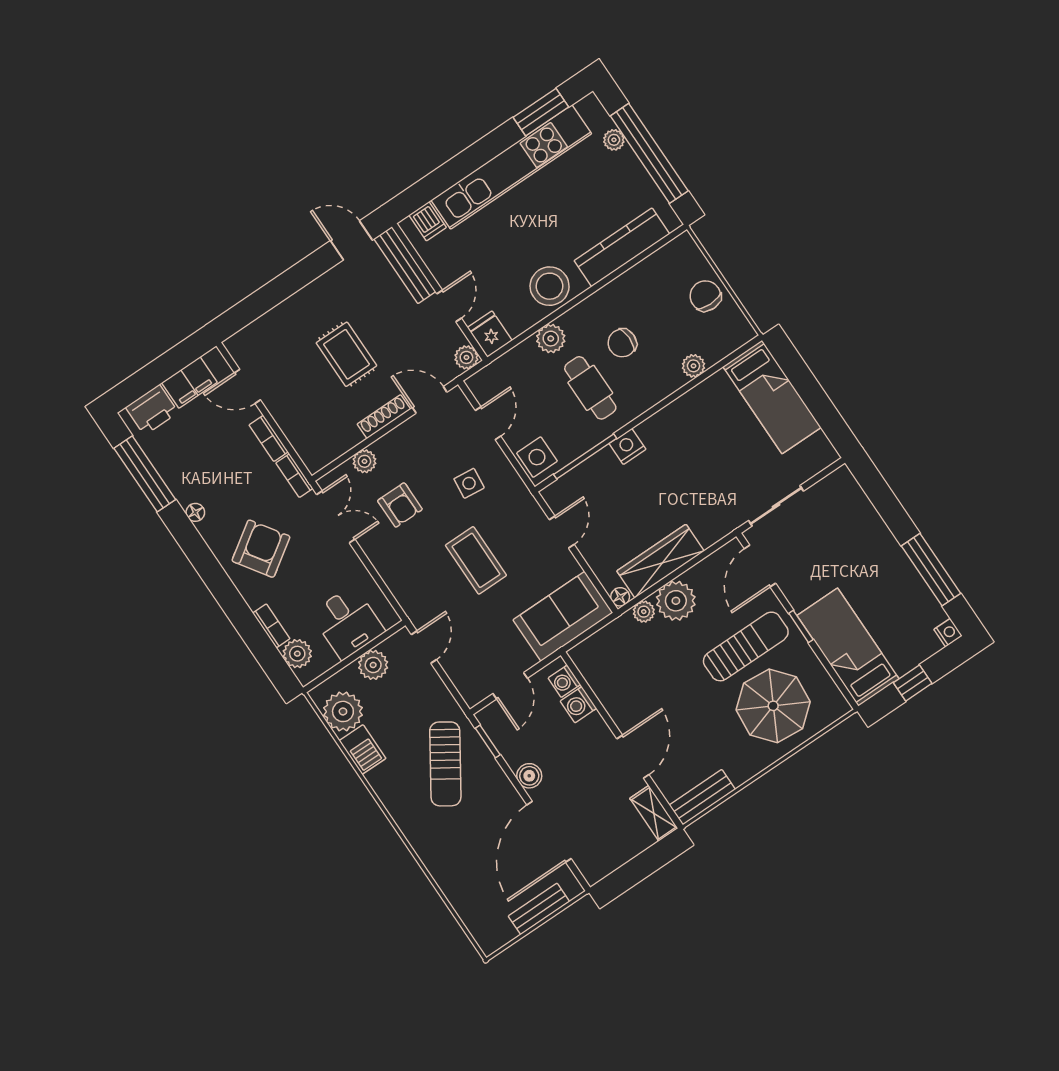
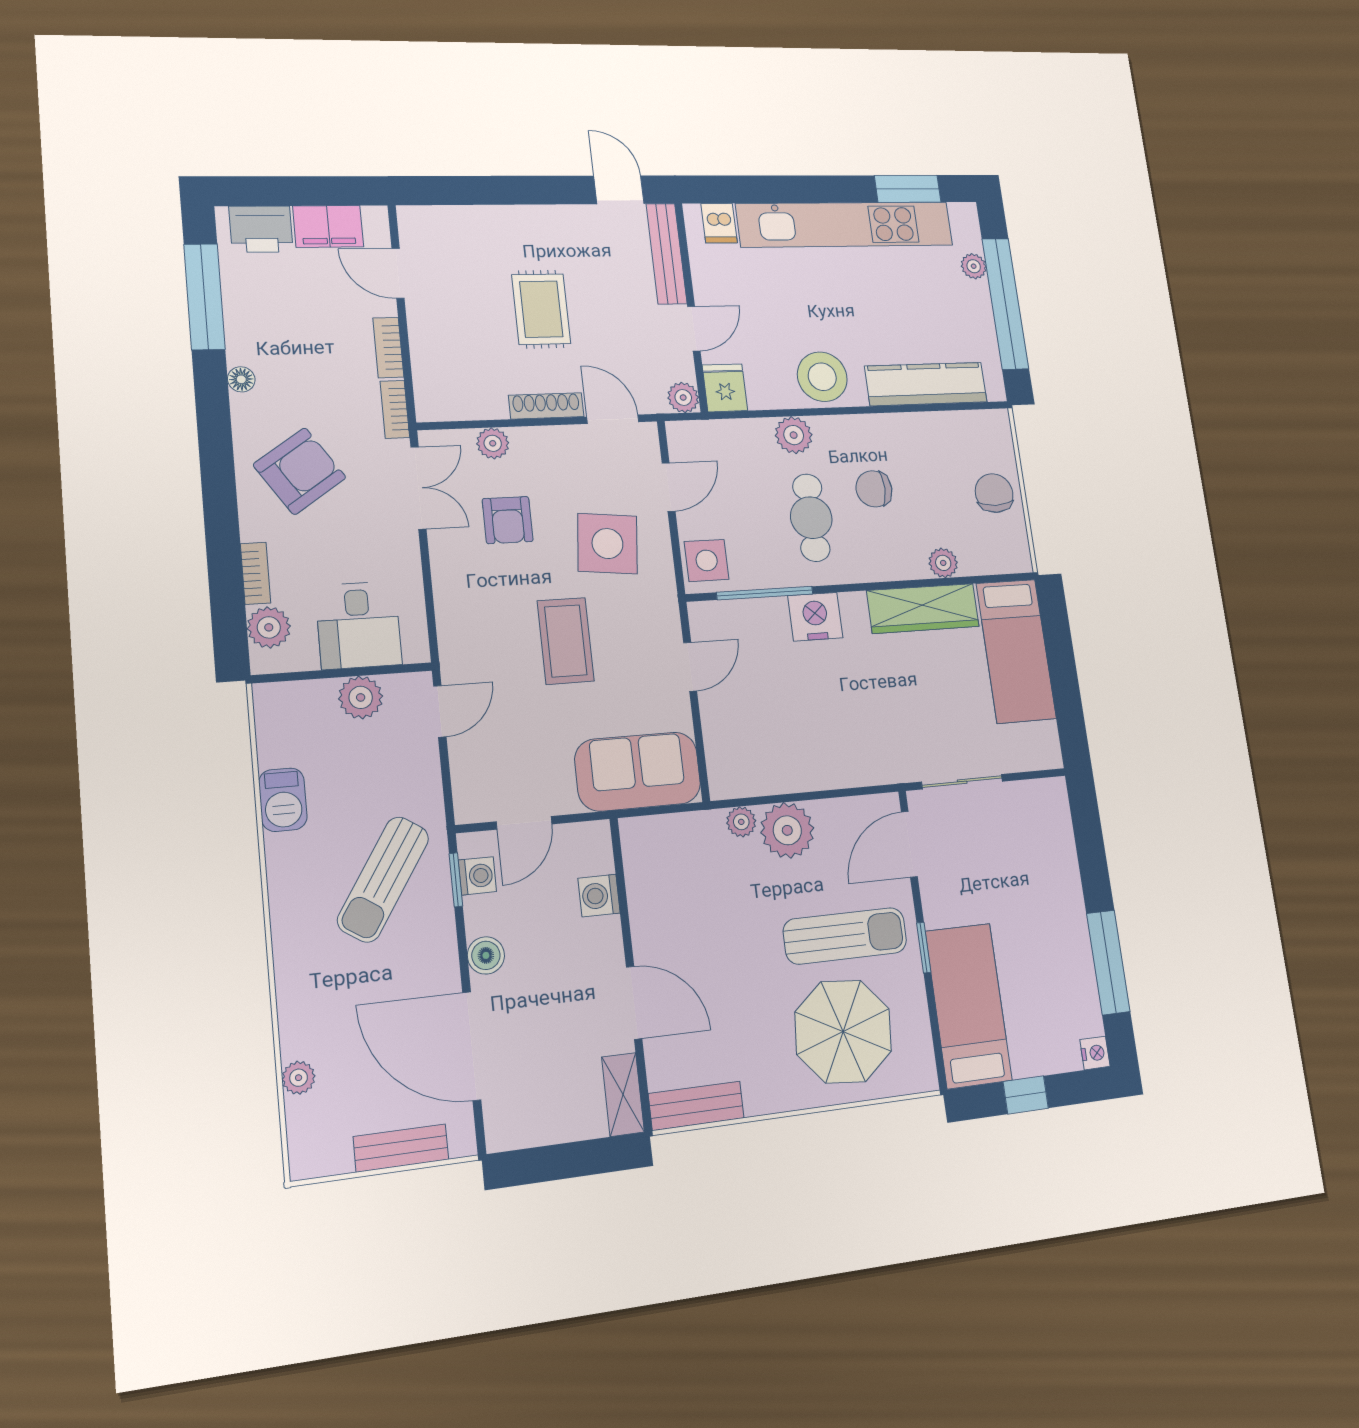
nightstand: (627, 446) -> (815, 617), width x1.36, depth x1.33
side table: (469, 483) -> (608, 544), width x1.87, depth x1.87
wardrobe: (660, 561) -> (923, 609), moved, turned 180
floor lamp: (620, 597) -> (721, 787), removed
washing machine: (564, 681) -> (477, 876), moved, turned 180
plant: (343, 711) -> (299, 1078), moved, width x0.53, depth x0.53
door: (633, 757) -> (634, 1003), hinge flipped
door: (549, 832) -> (472, 1046), hinge flipped

